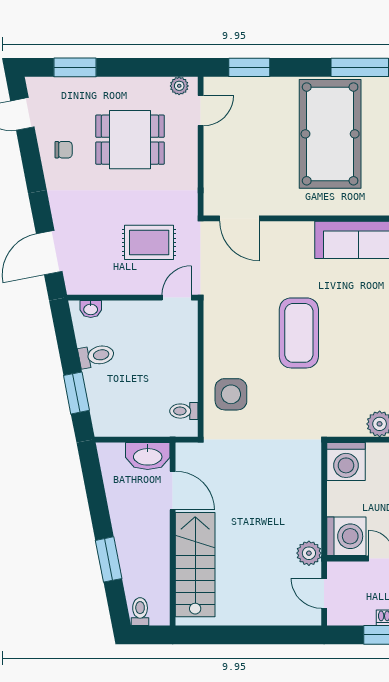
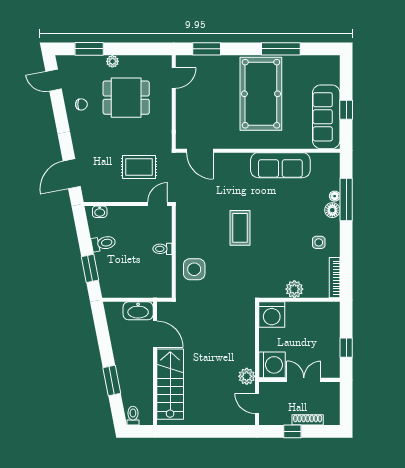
plant: (179, 86) -> (112, 61), moved
coffee table: (299, 333) -> (240, 228), width x0.73, depth x0.76
toilet: (184, 411) -> (162, 249), moved

